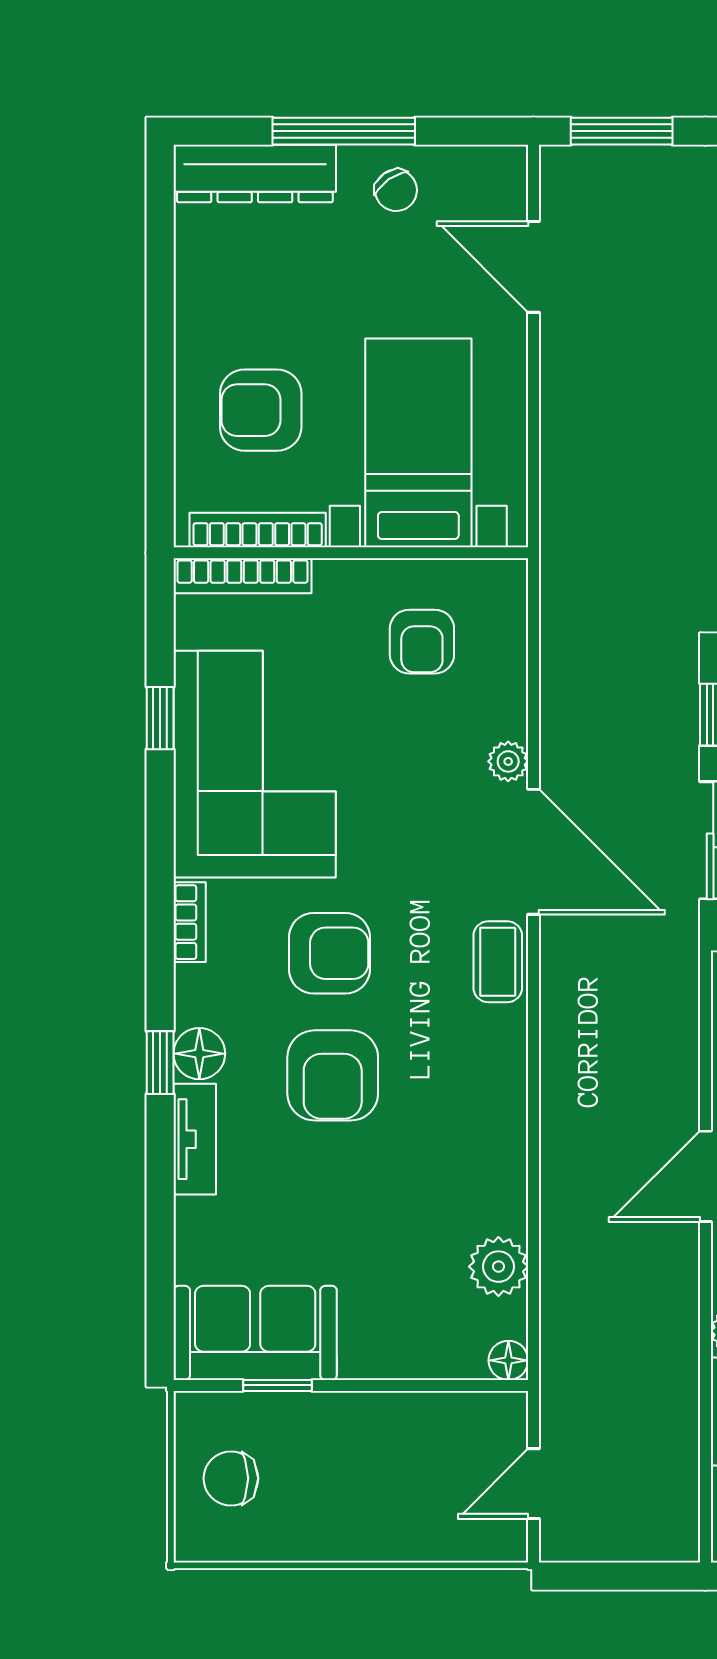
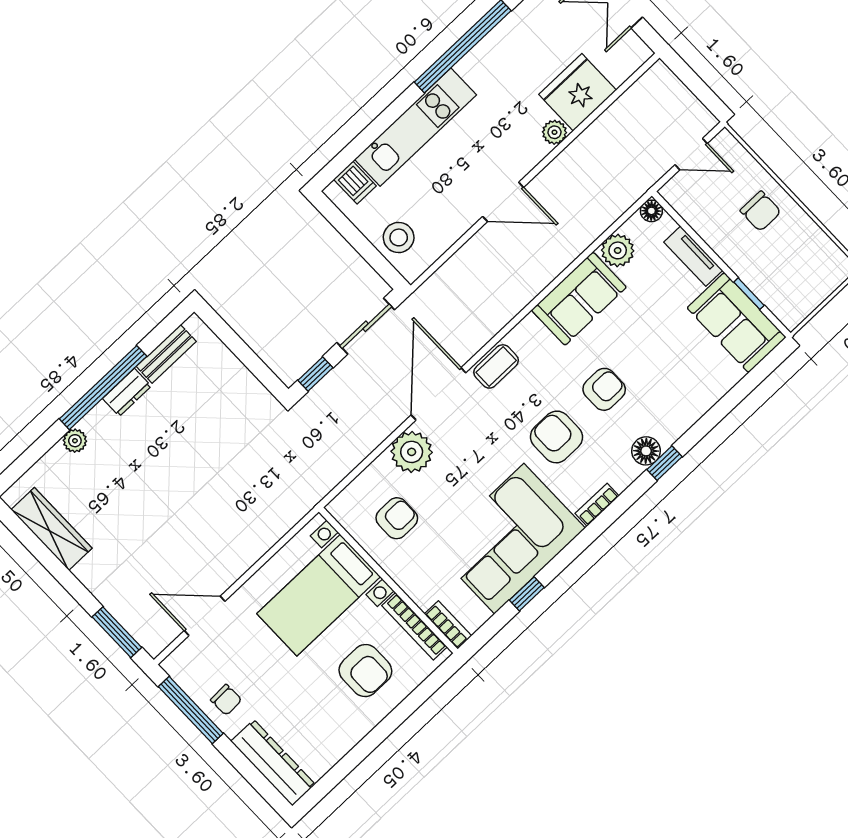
window: (344, 131) -> (191, 710), moved
chair: (396, 190) -> (226, 700), turned 123
door: (534, 267) -> (205, 616), swing flipped
bookcase: (242, 576) -> (448, 625), width x0.64
plant: (508, 761) -> (412, 452), width x1.88, depth x1.88
armchair: (333, 1075) -> (604, 389), width x0.72, depth x0.72
tv unit: (195, 1139) -> (693, 256), moved, turned -90
sofa: (483, 1155) -> (579, 299), added
chair: (231, 1478) -> (761, 211), moved

